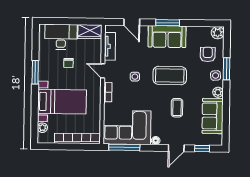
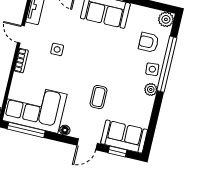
armchair: (208, 54) -> (149, 42), turned -90
window: (226, 69) -> (167, 64), width x2.11
coffee table: (170, 76) -> (98, 57), removed
sofa: (213, 116) -> (124, 137), moved, turned 90

